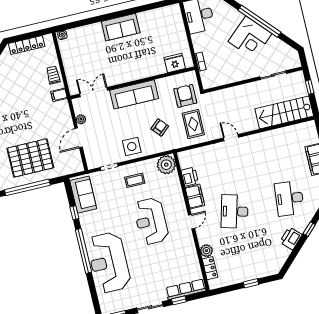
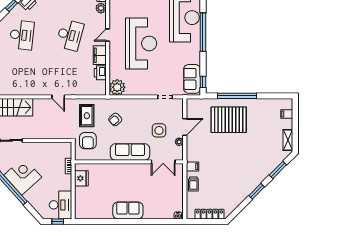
fridge: (175, 63) -> (81, 178), moved, turned -90
side table: (132, 146) -> (159, 130), moved
coffee table: (135, 180) -> (146, 81), removed
window: (74, 213) -> (203, 82), moved
reception desk: (151, 221) -> (141, 43), width x1.36, depth x1.30

